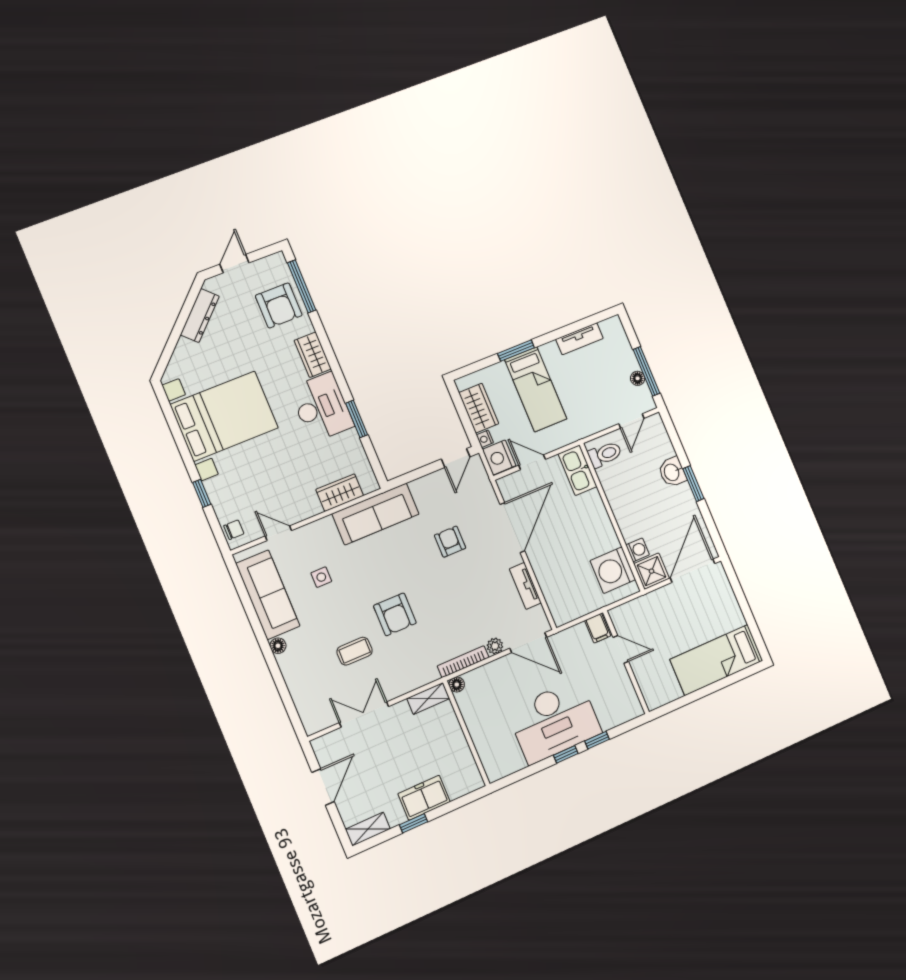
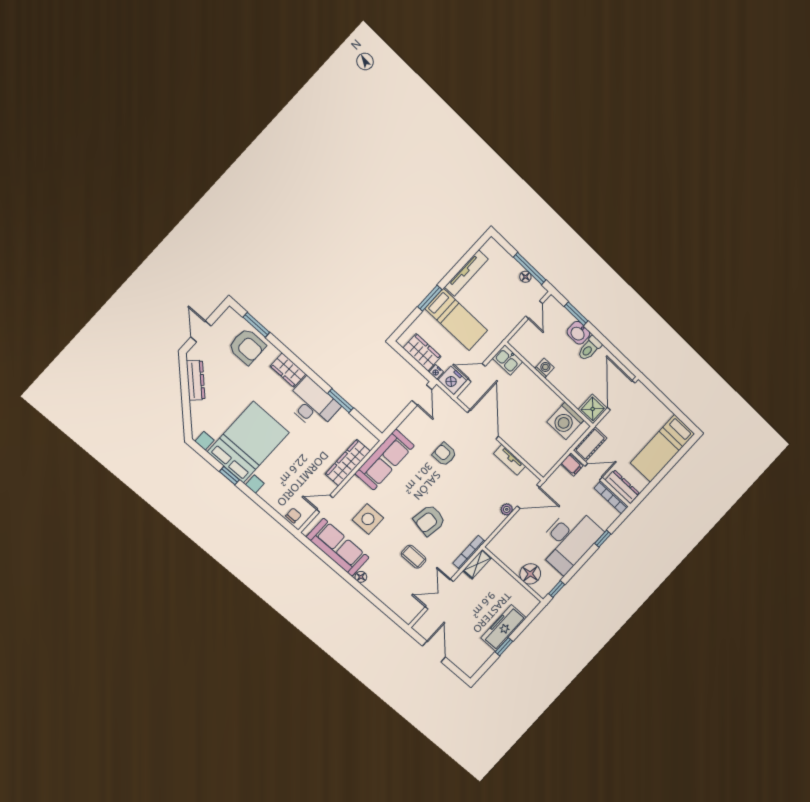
window: (302, 286) -> (256, 325), width x0.69
tv unit: (580, 339) -> (466, 273), width x1.41
toilet: (605, 454) -> (590, 348), moved, turned 180
kitchen sink: (577, 470) -> (508, 360), width x0.73
window: (693, 484) -> (576, 314), moved
window: (202, 493) -> (229, 476), moved
wardrobe: (340, 493) -> (348, 463), width x1.50
washing machine: (638, 550) -> (544, 368), moved
side table: (321, 577) -> (368, 519), width x1.87, depth x1.87
cot: (631, 613) -> (590, 444), added
armchair: (395, 614) -> (429, 520), turned 100
coffee table: (355, 651) -> (414, 557), turned 90
bookcase: (463, 662) -> (469, 552), moved
floor lamp: (457, 685) -> (530, 574), moved, width x1.89, depth x1.89
dresser: (648, 685) -> (622, 487), added
bookcase: (629, 692) -> (611, 497), added
window: (566, 754) -> (557, 589), moved
freezer: (424, 798) -> (504, 628), width x1.40
shelving: (368, 829) -> (476, 664), removed

